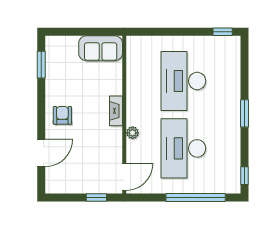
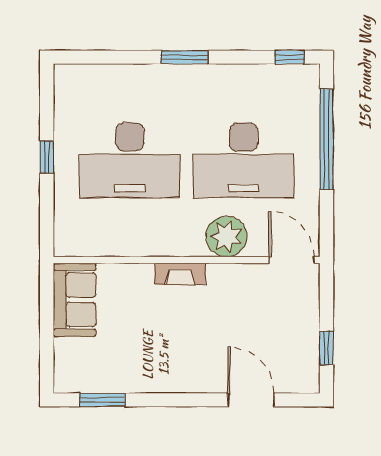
window: (223, 32) -> (47, 157), moved
armchair: (62, 115) -> (188, 364), removed
plant: (133, 133) -> (227, 236), width x1.88, depth x1.88
window: (96, 198) -> (327, 348), moved

